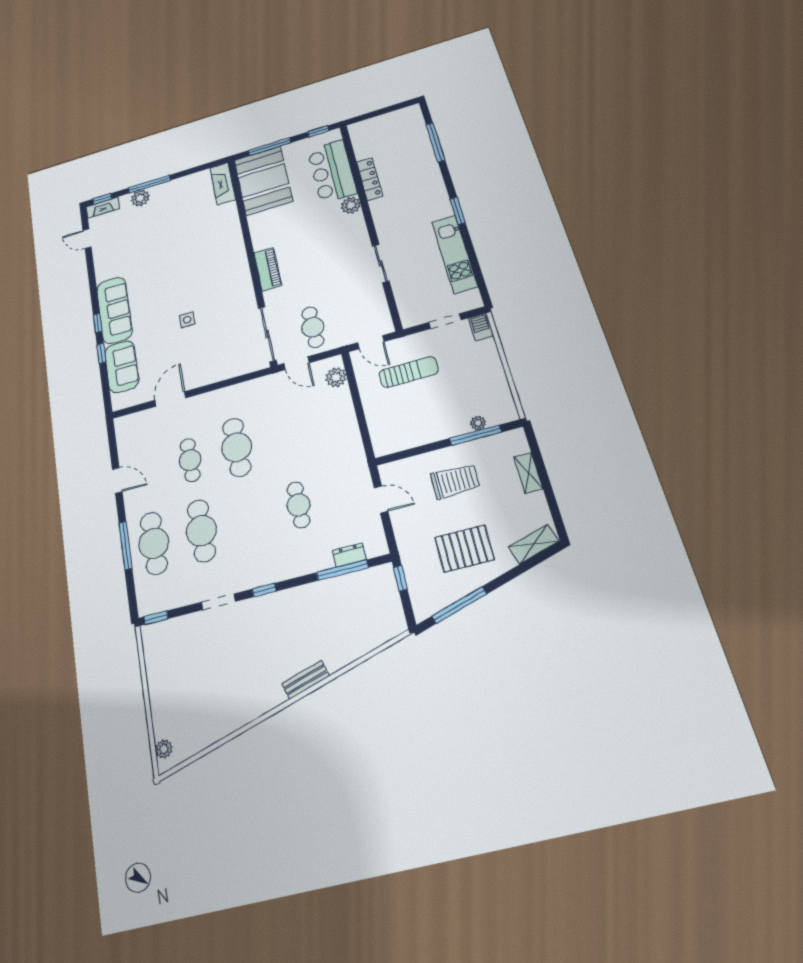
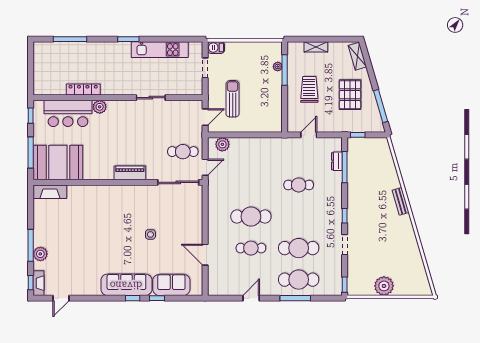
plant: (164, 749) -> (384, 286), moved, width x1.87, depth x1.87

